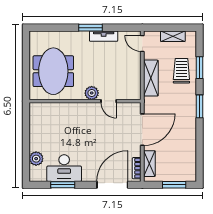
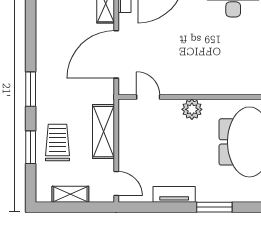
window: (90, 28) -> (214, 207), moved
trolley: (181, 71) -> (57, 142), turned 180
door: (109, 101) -> (148, 97), moved

